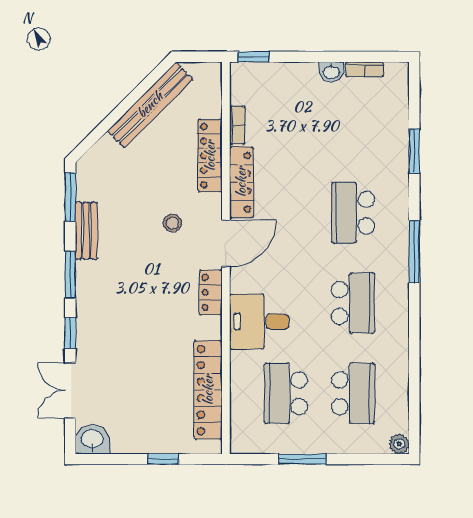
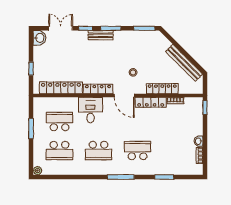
bench: (86, 231) -> (101, 35), moved
locker: (211, 292) -> (98, 89), width x1.53

